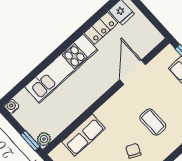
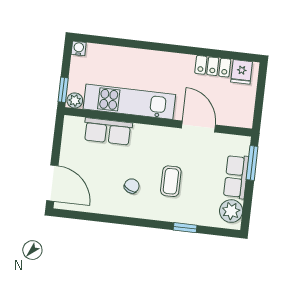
kitchen unit: (61, 68) -> (129, 102), moved, turned 180
door: (133, 72) -> (199, 126), hinge flipped

